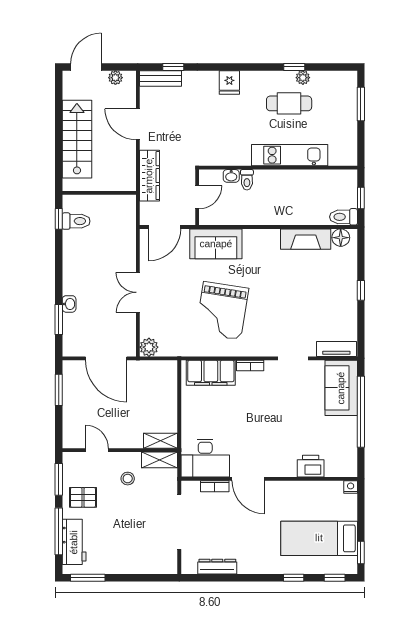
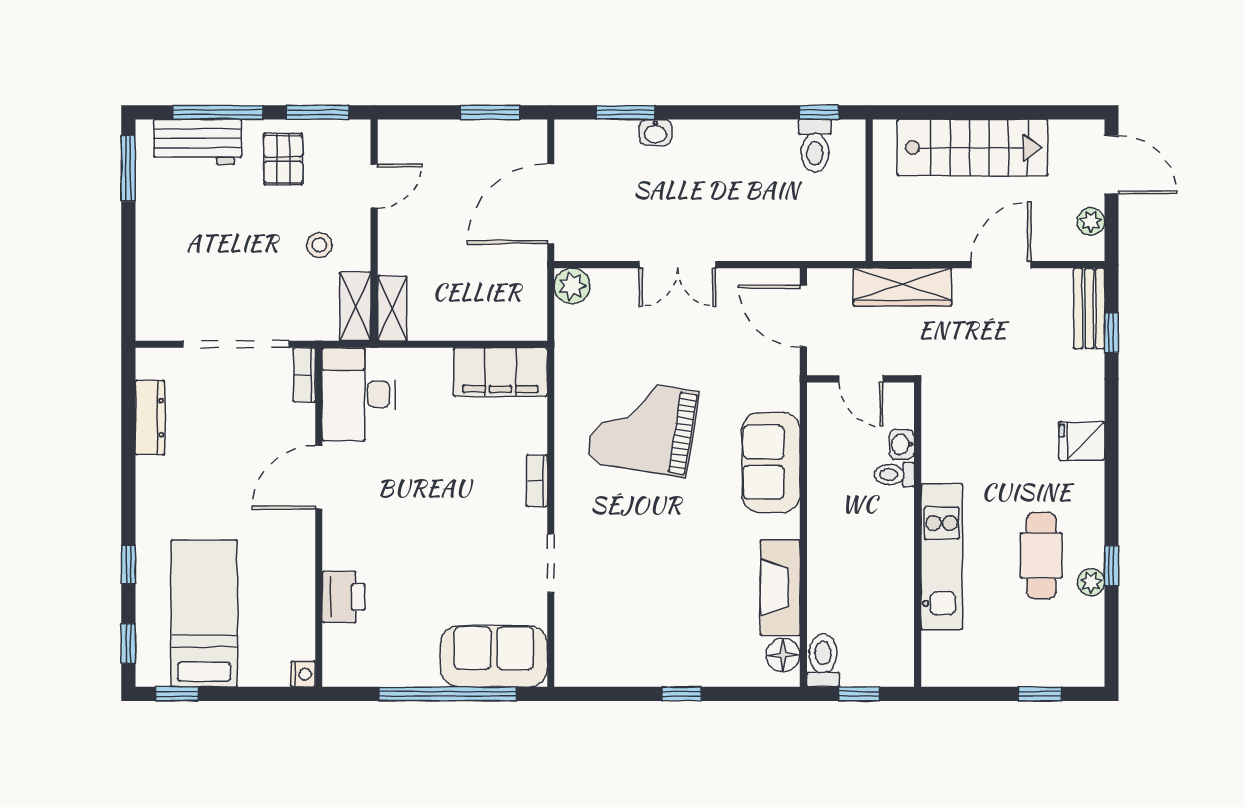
window: (361, 104) -> (1040, 694), width x0.67
sofa: (216, 244) -> (771, 462), moved
double door: (138, 292) -> (678, 265), swing flipped
tv unit: (336, 349) -> (569, 647), removed
filing cabinet: (211, 373) -> (500, 372), moved, turned -90
bookcase: (215, 486) -> (304, 375), moved

